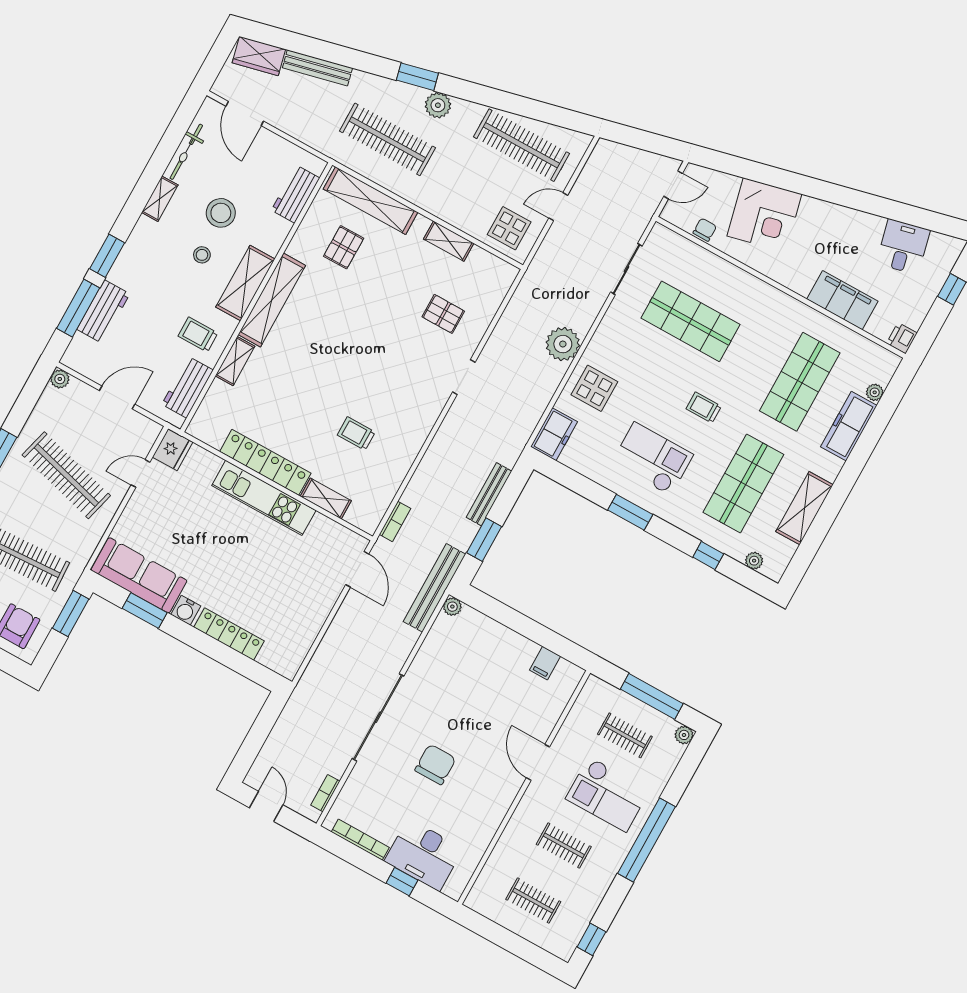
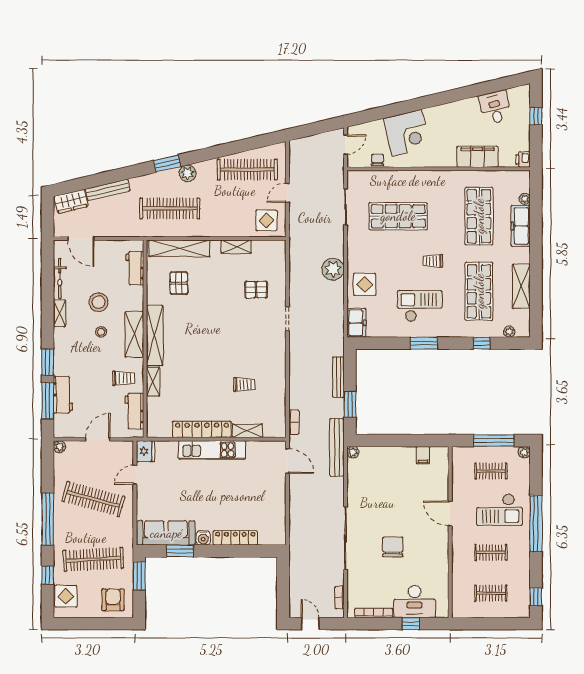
trolley: (198, 335) -> (124, 378), turned 180
trolley: (356, 433) -> (244, 384), turned 180

